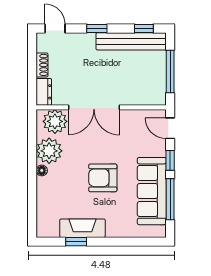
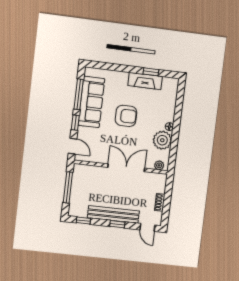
bench: (131, 41) -> (113, 214), moved
dresser: (44, 92) -> (161, 183), removed
plant: (55, 121) -> (159, 165), width x0.53, depth x0.53

